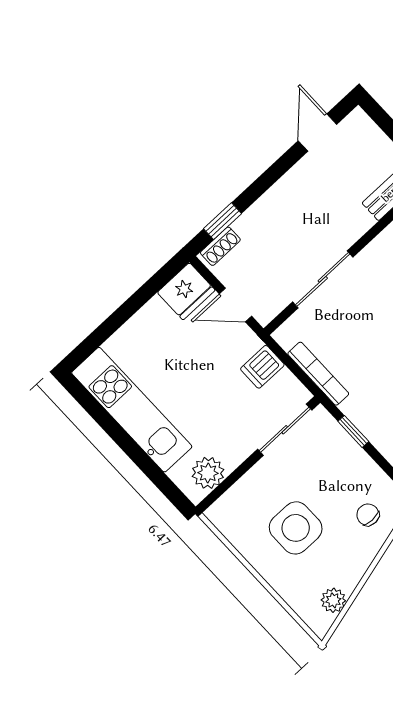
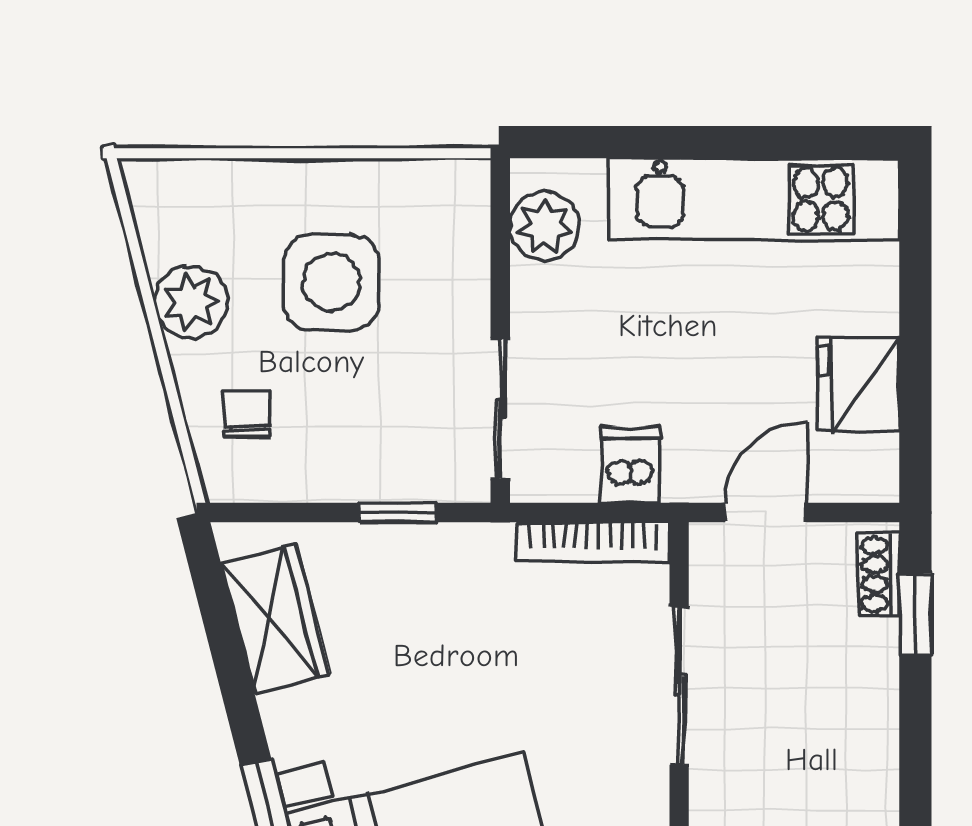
fridge: (186, 291) -> (859, 385), moved
bookcase: (318, 374) -> (593, 542), moved
chair: (368, 515) -> (247, 414), turned -90
plant: (333, 600) -> (191, 302), moved, width x1.38, depth x1.38

